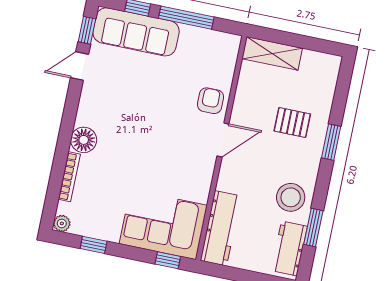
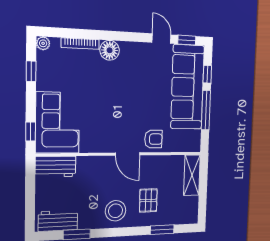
sofa: (136, 32) -> (188, 87), width x1.36, depth x1.27
window: (331, 142) -> (162, 230), moved
stool: (291, 197) -> (116, 211), moved
workbench: (221, 228) -> (56, 167), width x0.73

